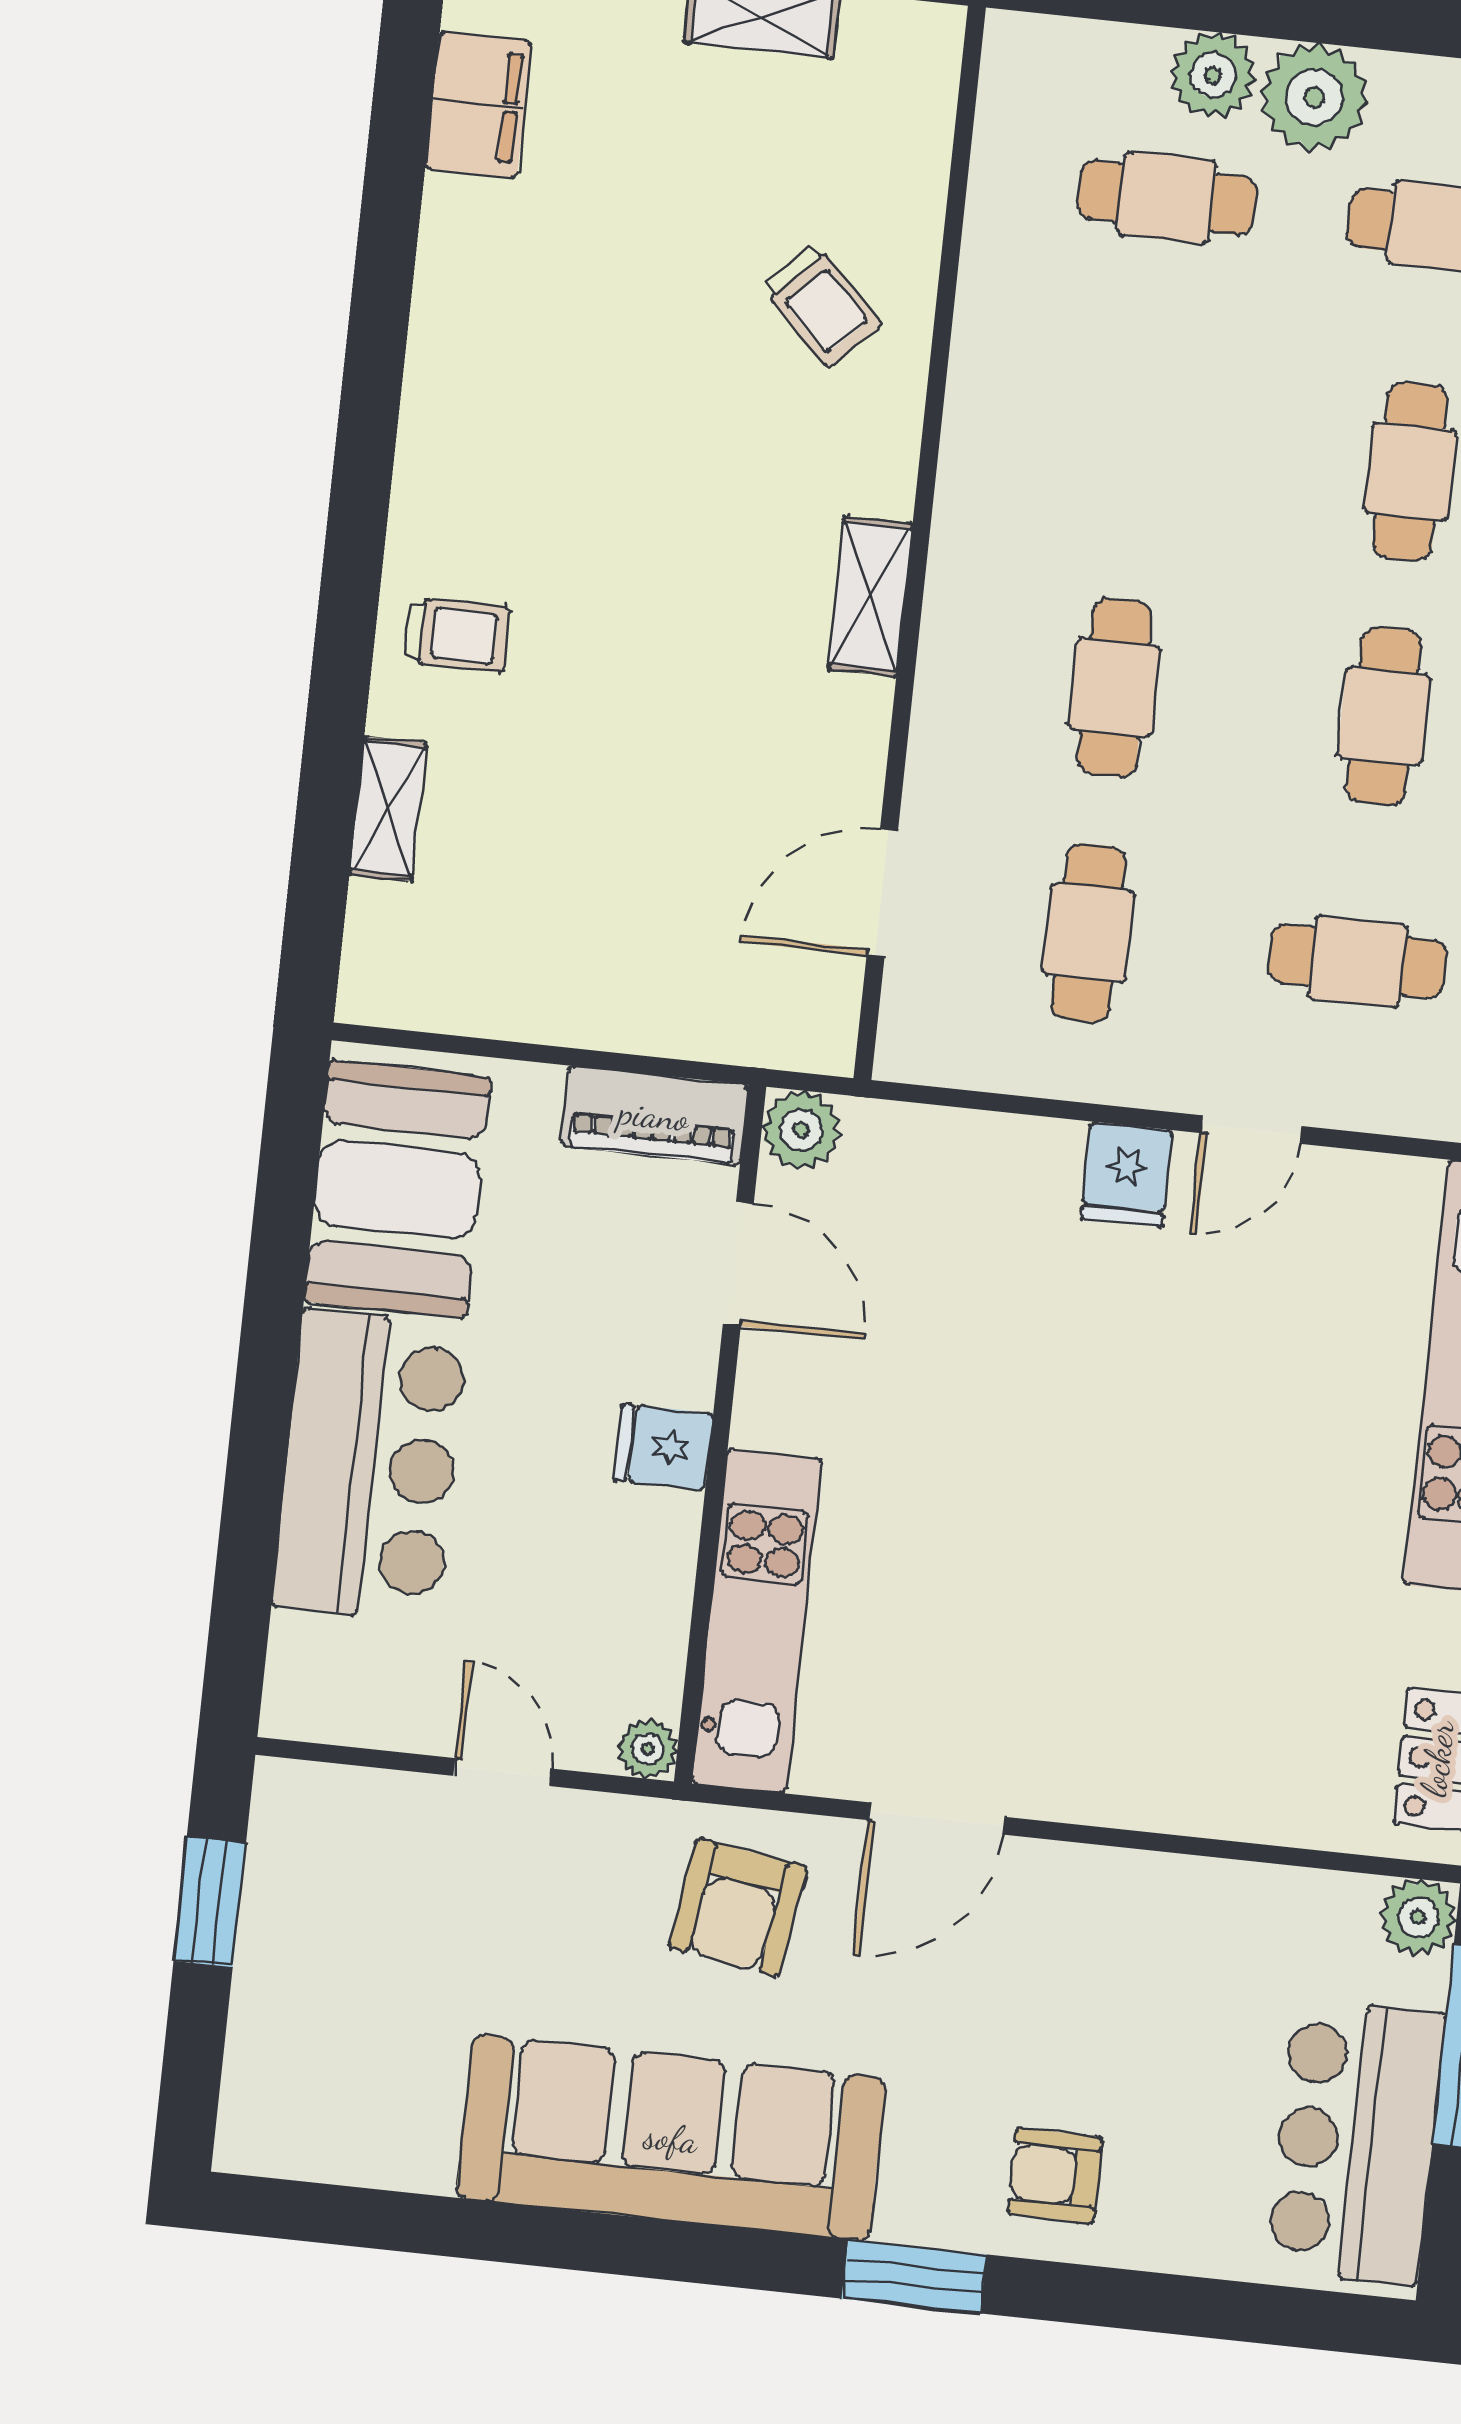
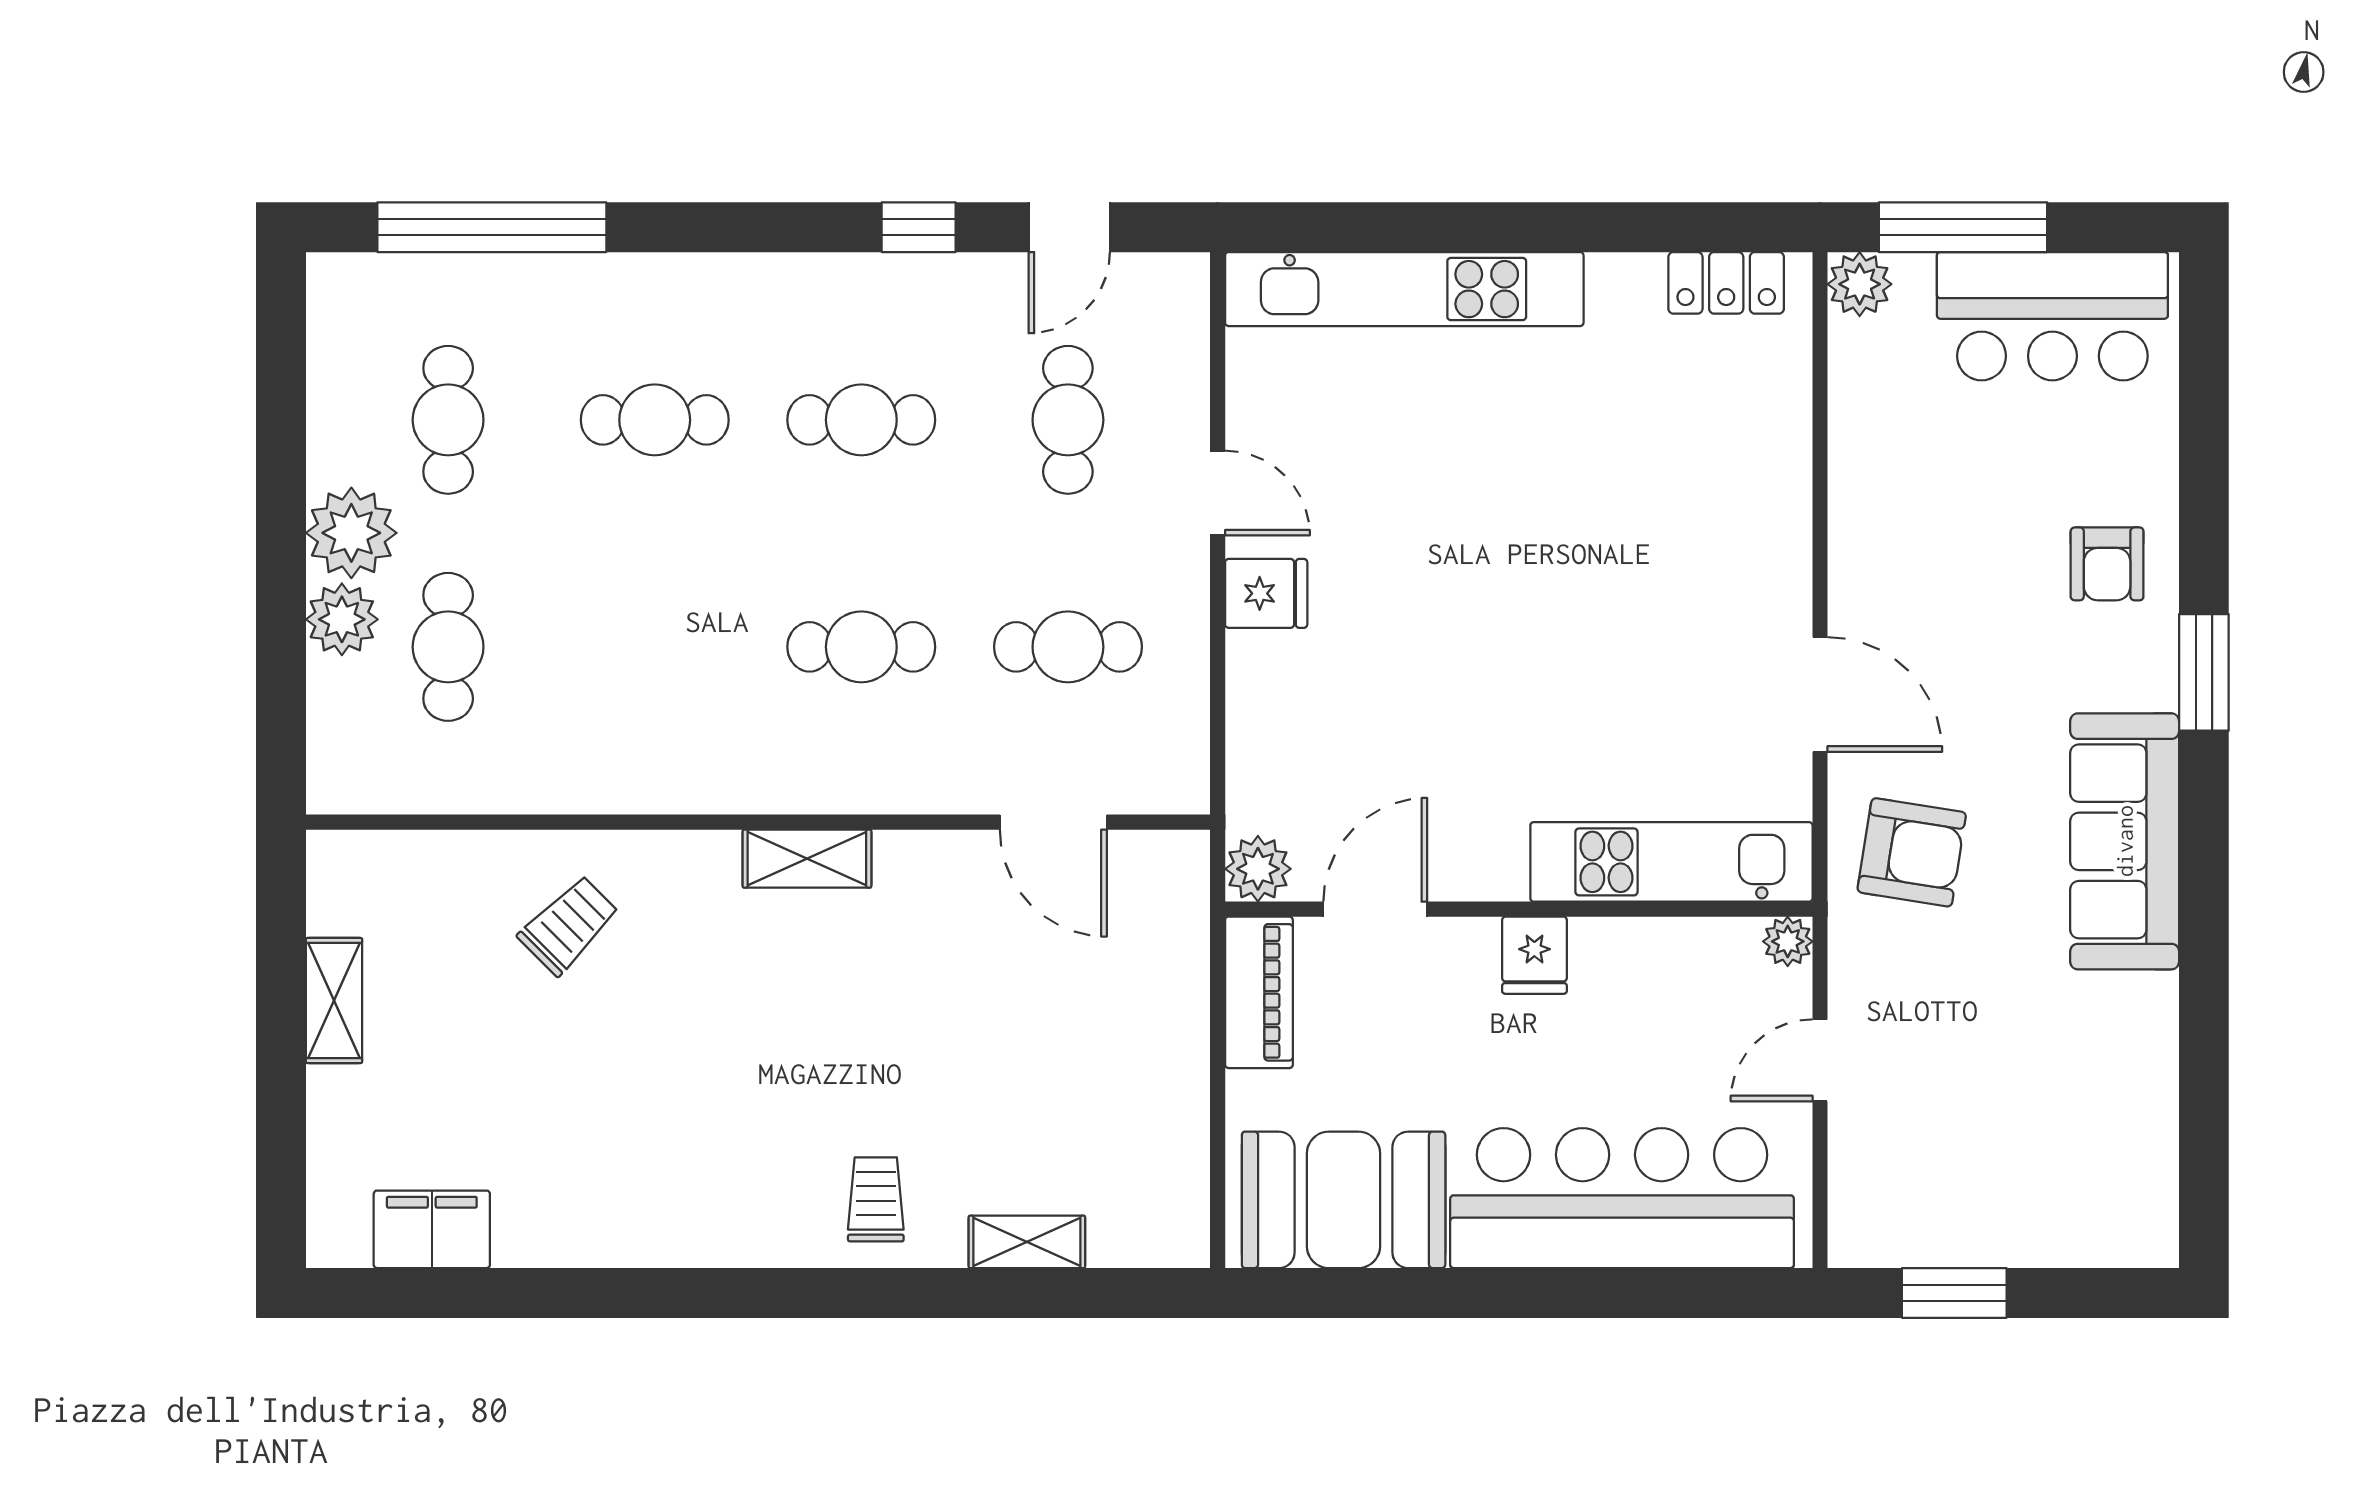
bar counter: (370, 1466) -> (1622, 1198), width x1.36
sofa: (671, 2138) -> (2125, 841), width x0.74, depth x0.79

